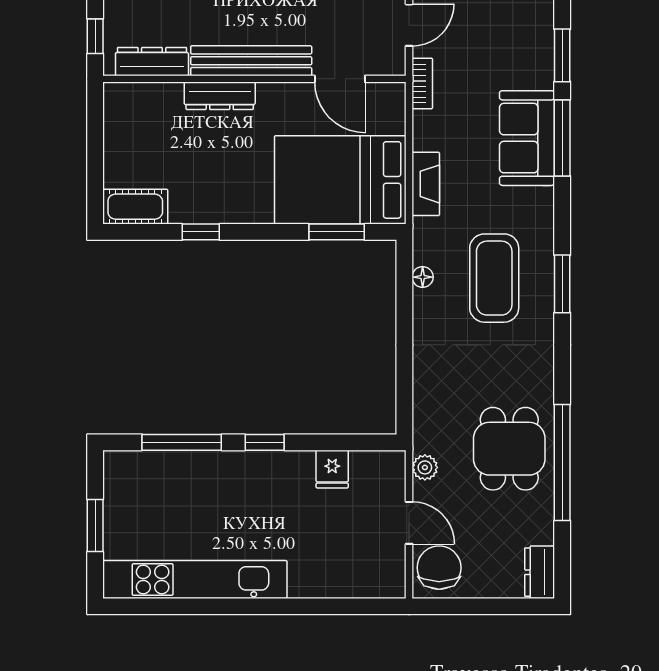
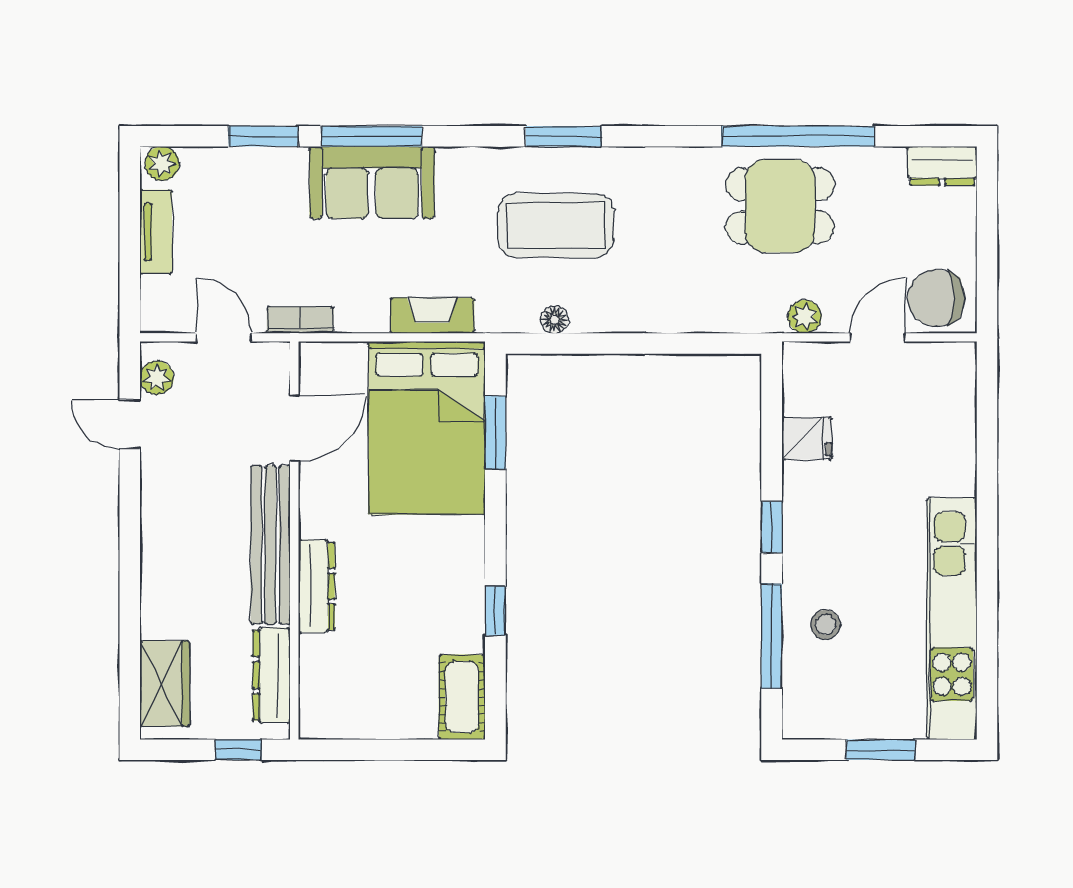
stool: (190, 483) -> (825, 625), added

